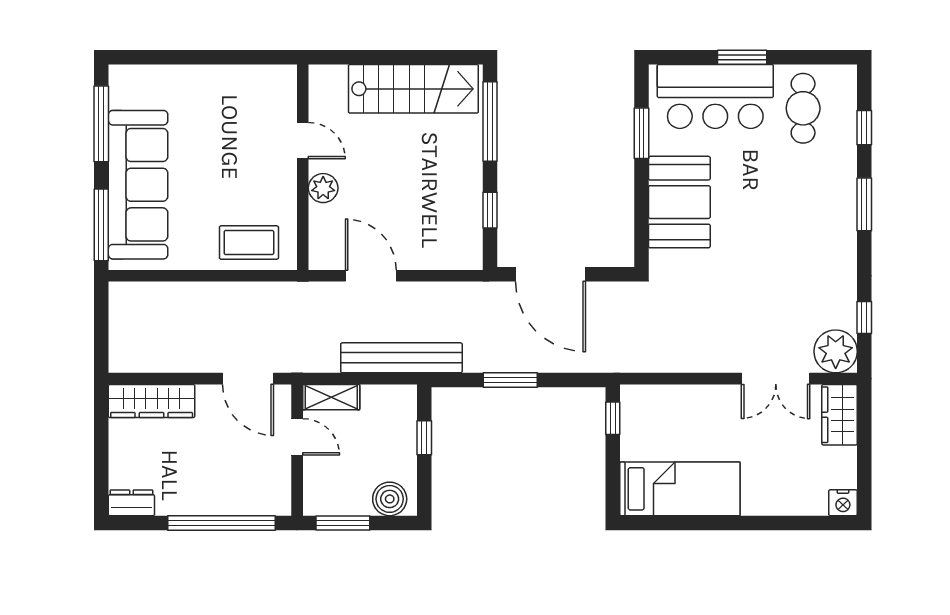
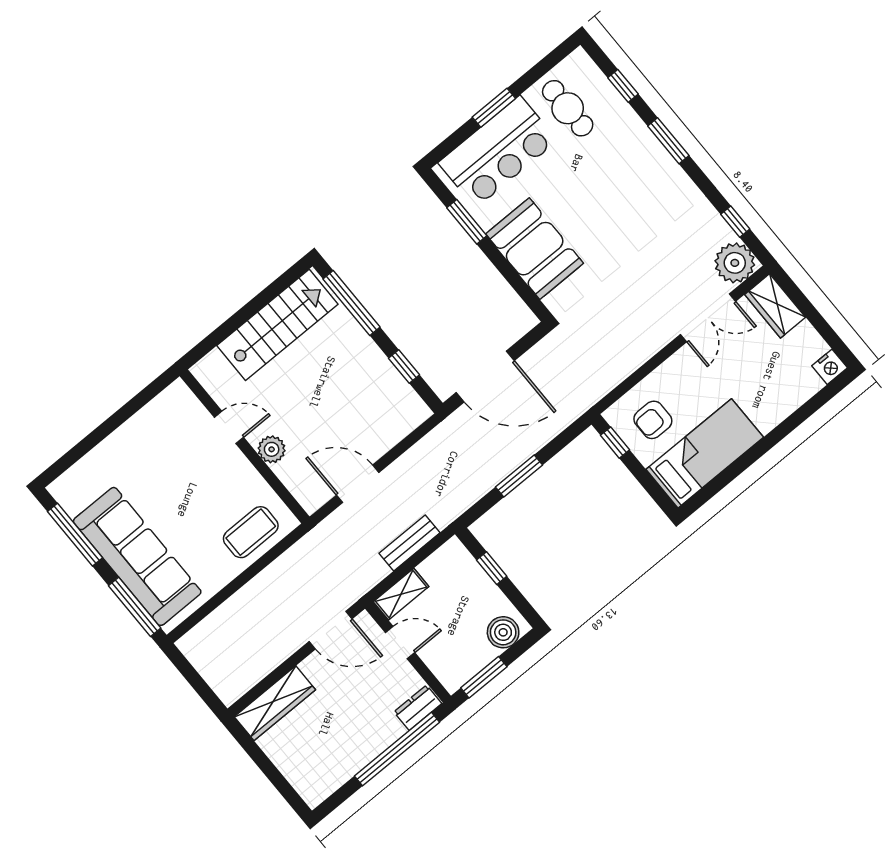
bench: (401, 358) -> (409, 543), width x0.54, depth x0.82
armchair: (660, 425) -> (653, 420), added
dresser: (131, 503) -> (418, 708), moved

